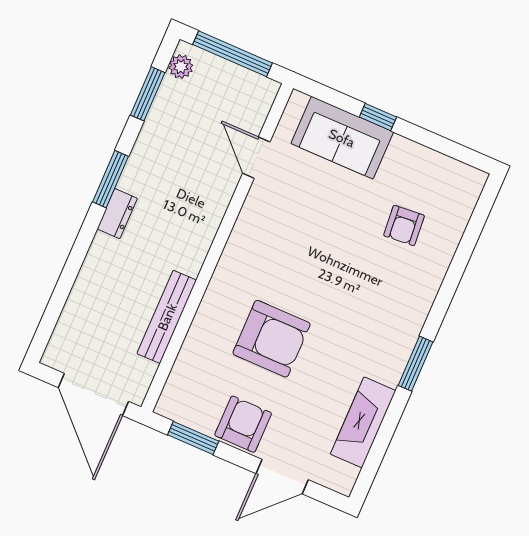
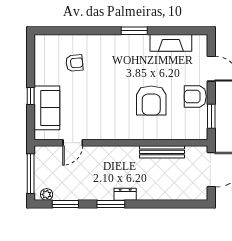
armchair: (271, 339) -> (151, 100), turned 180

